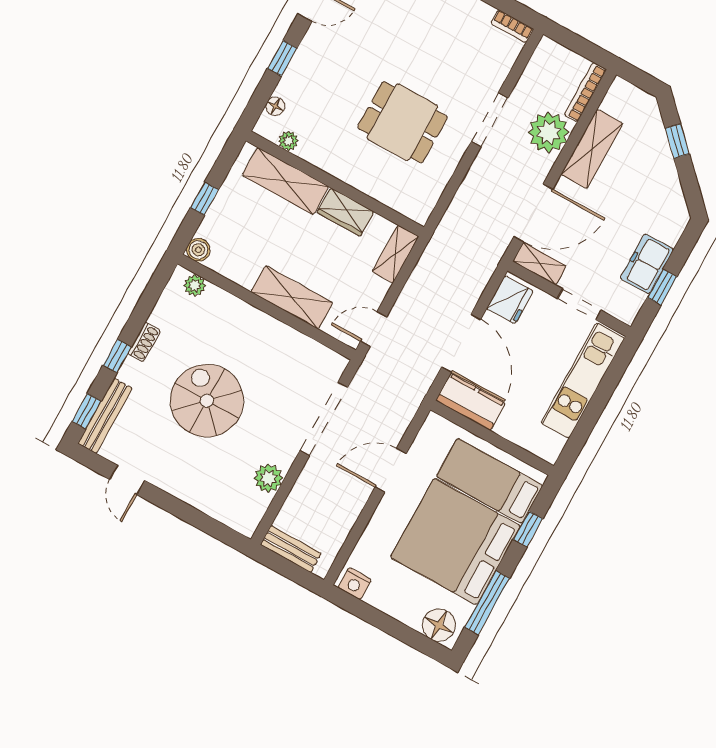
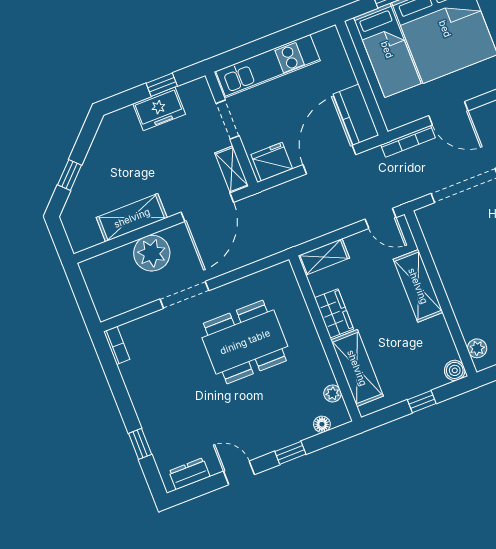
bookcase: (585, 92) -> (408, 141), moved
dining table: (403, 122) -> (245, 342), width x1.38
door: (533, 213) -> (207, 207), swing flipped

